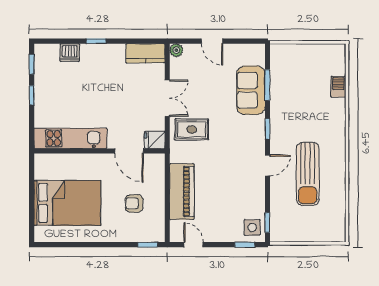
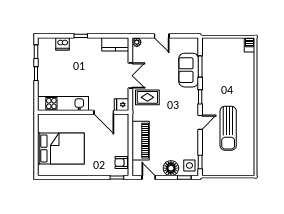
barbecue: (338, 87) -> (249, 45), moved
armchair: (134, 203) -> (121, 162), moved
floor lamp: (225, 231) -> (171, 168), added

